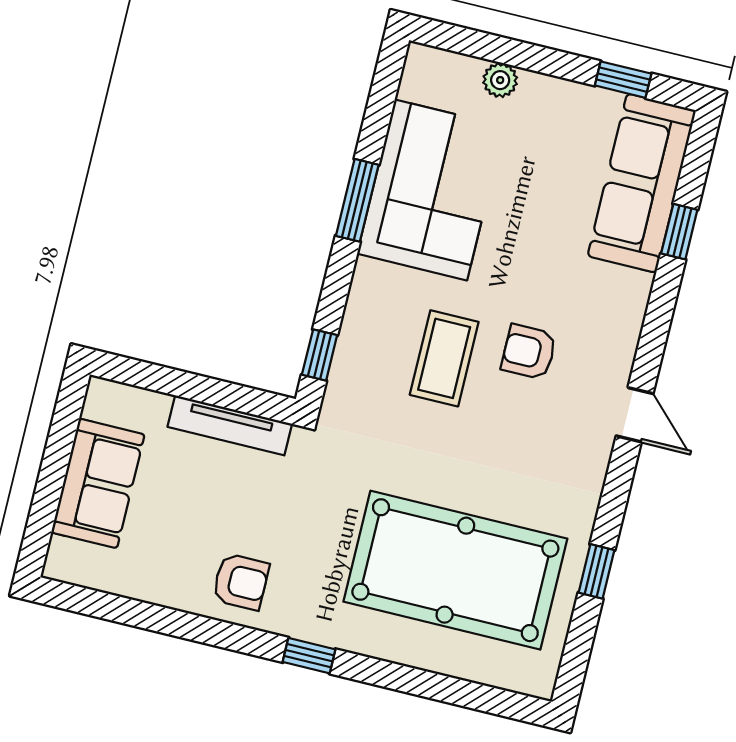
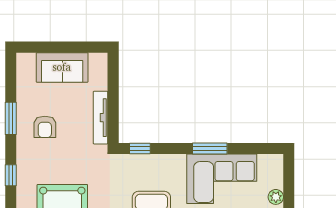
armchair: (241, 582) -> (45, 127), moved
window: (183, 625) -> (11, 118), added

